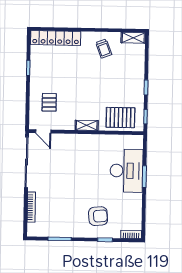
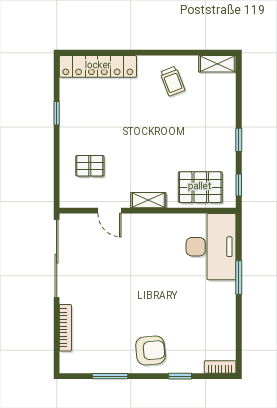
pallet: (49, 102) -> (90, 166), turned 90
door: (43, 131) -> (109, 211), moved
desk: (126, 171) -> (211, 247), moved
armchair: (98, 216) -> (151, 350), moved

